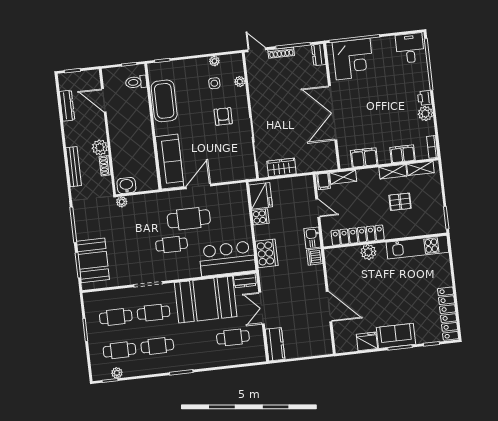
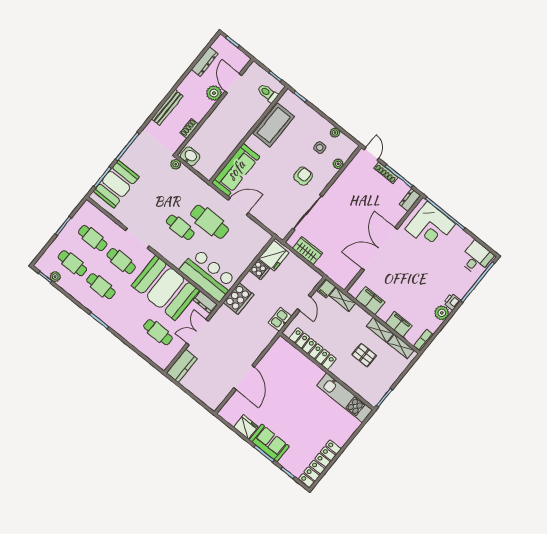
plant: (100, 147) -> (214, 93), moved
plant: (368, 252) -> (308, 367), removed
dishwasher: (315, 257) -> (269, 334), removed

